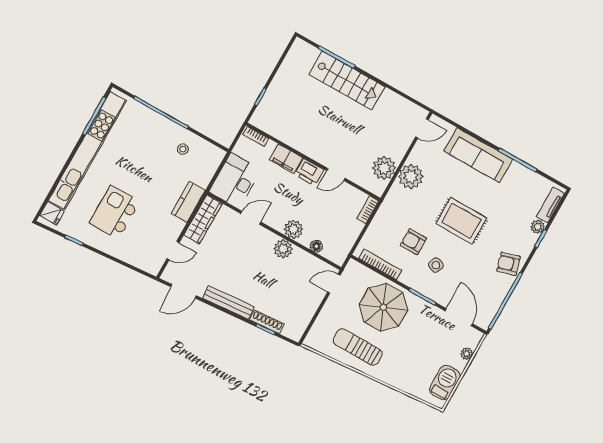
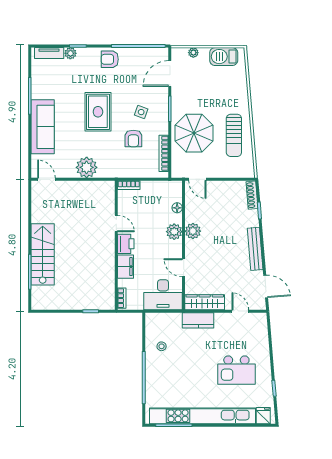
plant: (384, 168) -> (91, 191), removed
armchair: (509, 264) -> (110, 59), turned 106
shoe rack: (267, 322) -> (252, 195), moved

